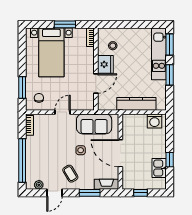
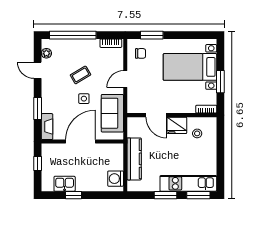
door: (63, 112) -> (125, 79), swing flipped
coffee table: (70, 174) -> (81, 75), moved

